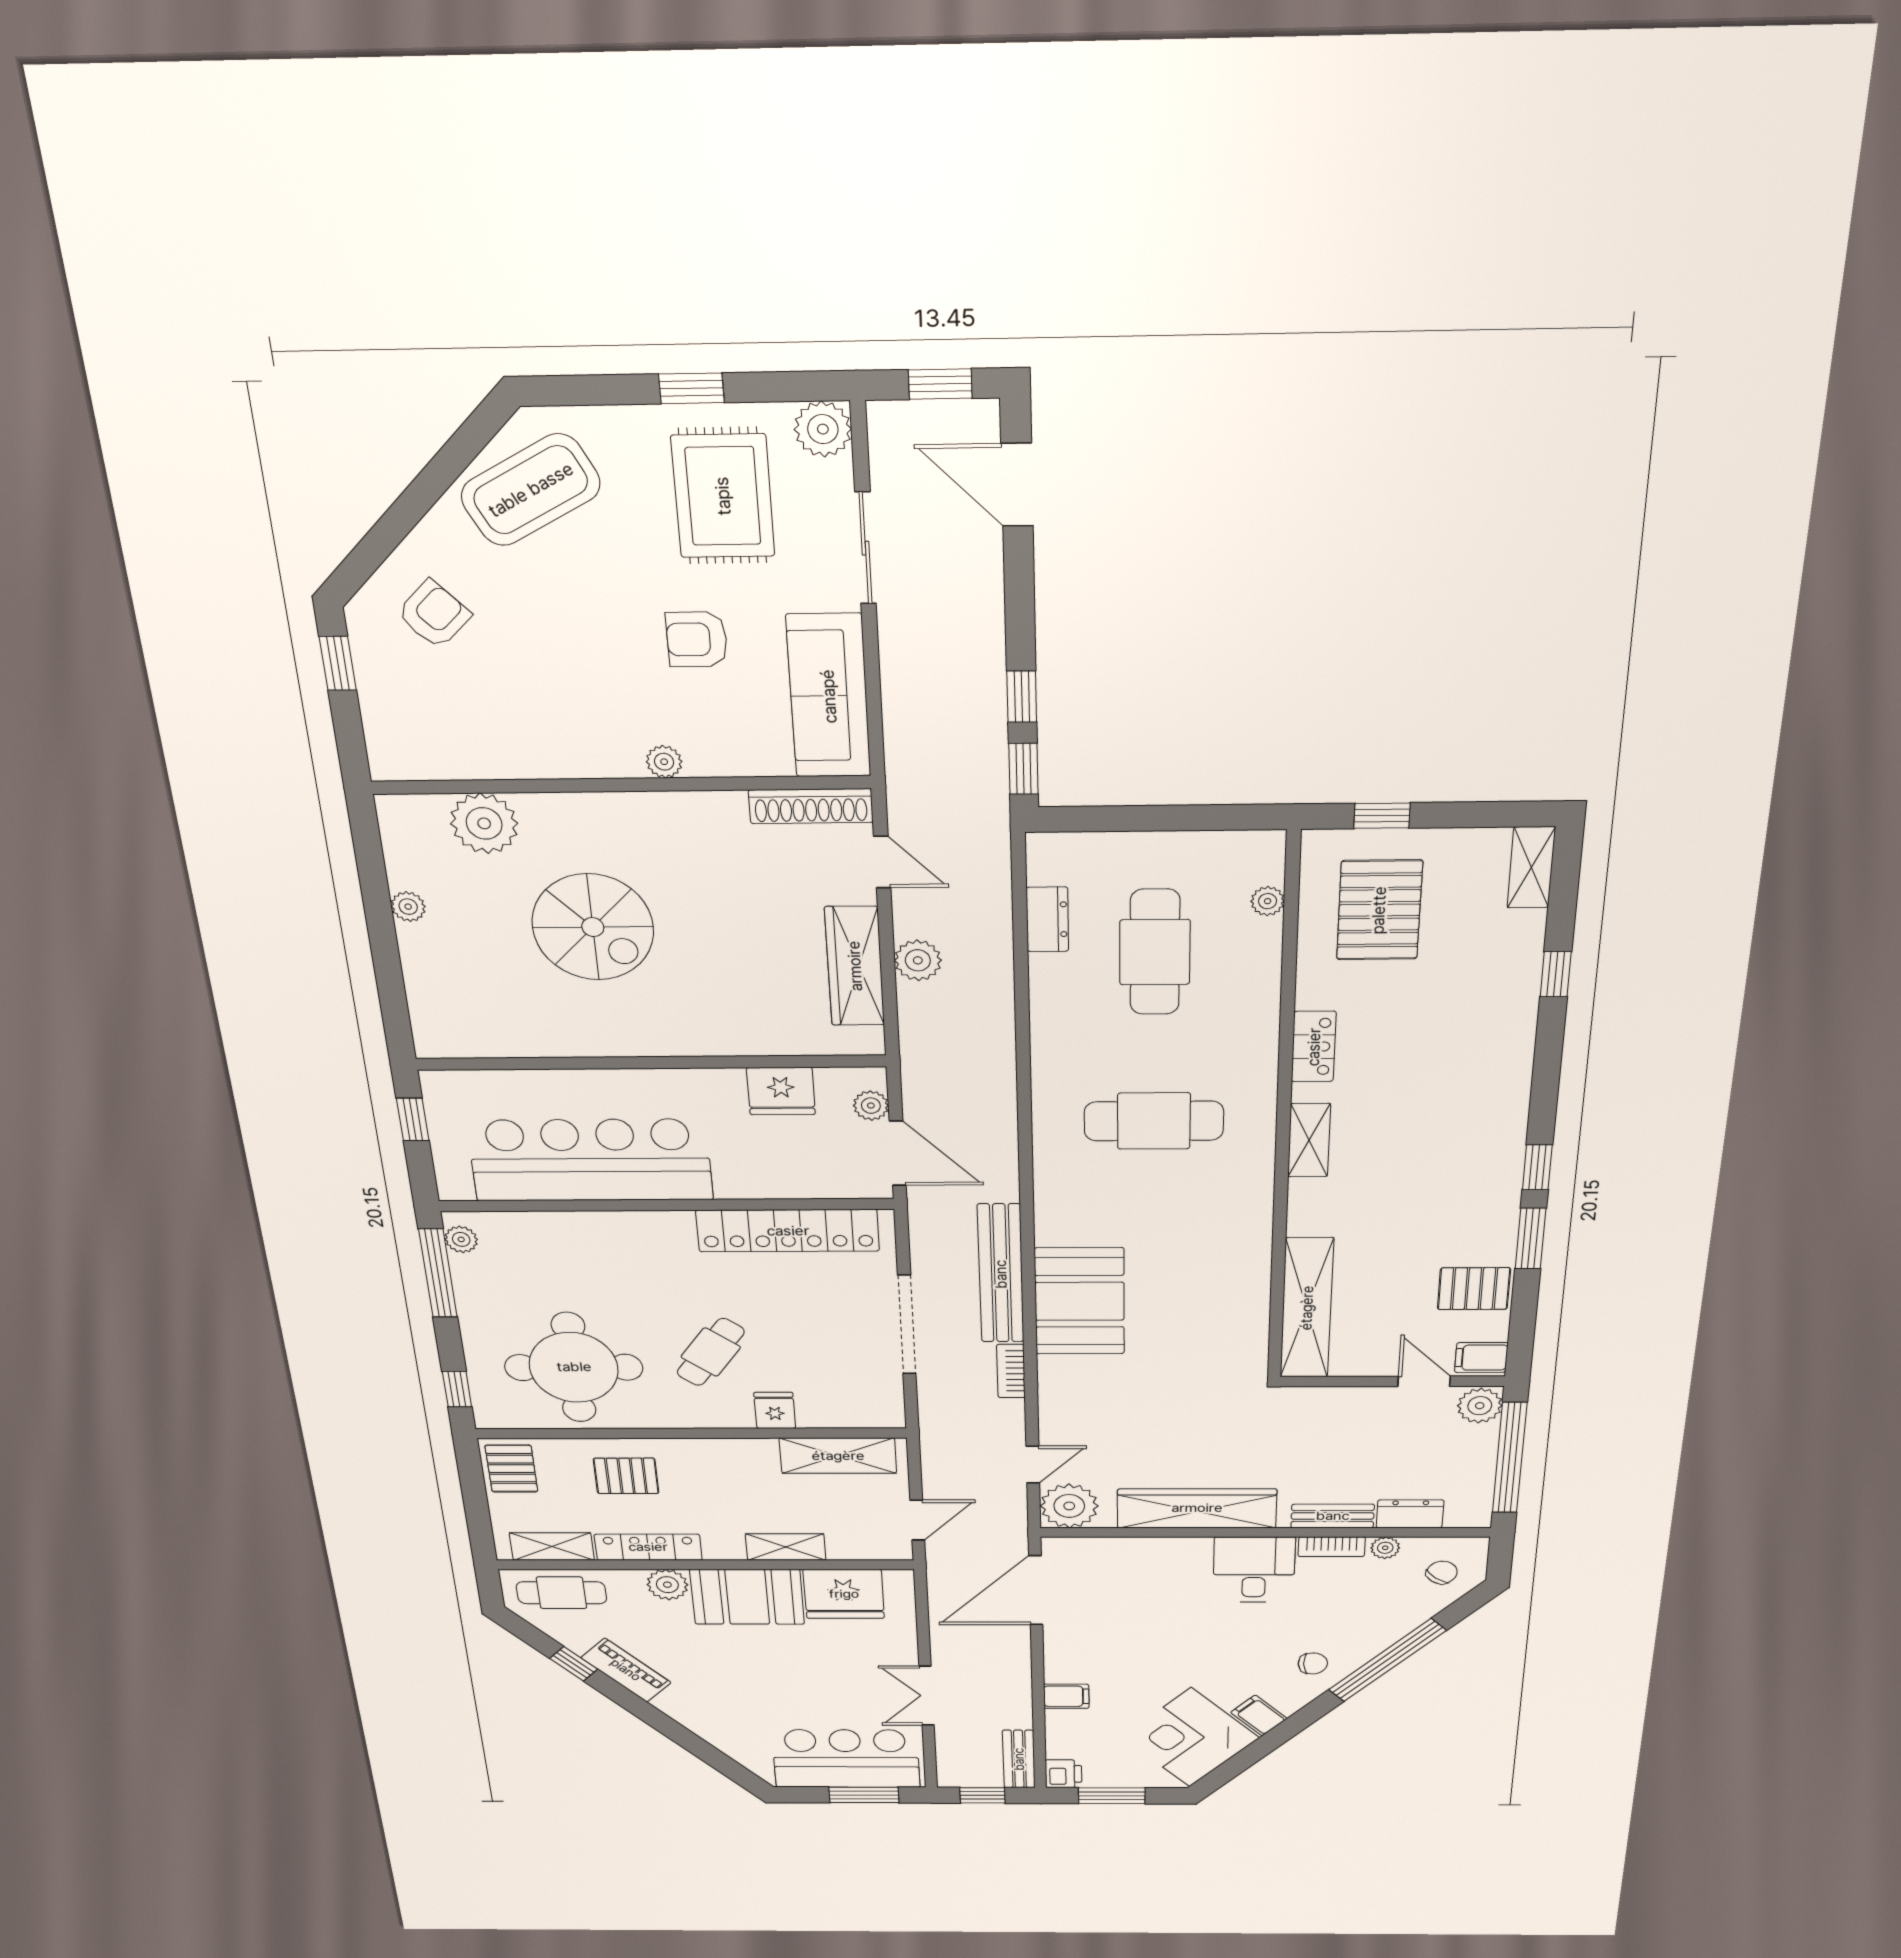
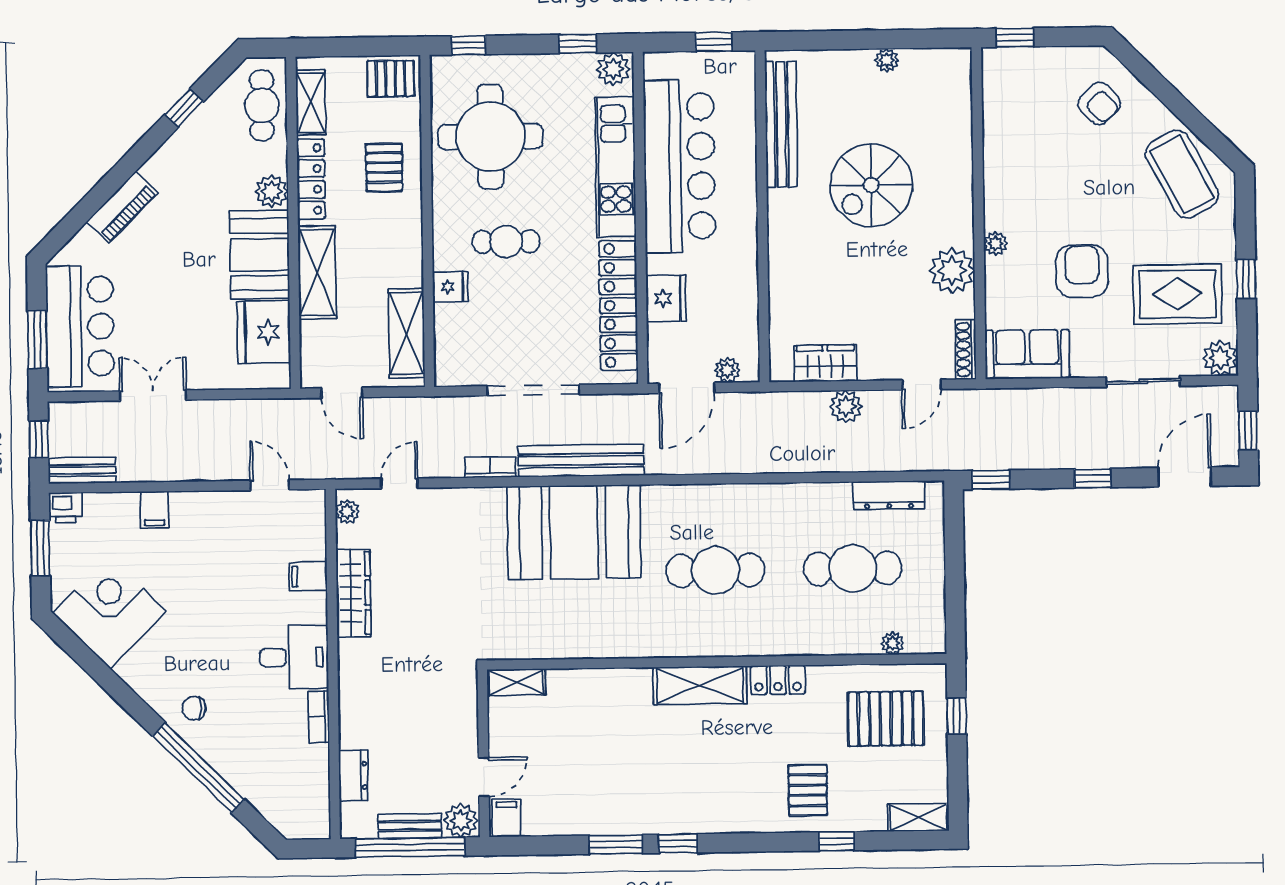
armchair: (697, 639) -> (1082, 271), width x1.38, depth x1.38
window: (338, 663) -> (1015, 38), moved
sofa: (829, 696) -> (1027, 354), width x0.73
window: (1022, 697) -> (1093, 478), moved
shoe rack: (811, 806) -> (966, 349), width x0.74, depth x0.81
plant: (484, 823) -> (952, 271), moved
dresser: (1047, 919) -> (889, 495), width x1.44
wardrobe: (855, 966) -> (825, 363), width x0.67
bench: (518, 1039) -> (781, 124), added
fridge: (781, 1091) -> (666, 298), moved, turned 180
cafe table: (1154, 1121) -> (715, 570), turned 90
shelving: (1309, 1140) -> (700, 685), width x1.50, depth x1.33
kitchen unit: (599, 1233) -> (615, 167), added
plant: (461, 1239) -> (613, 69), width x1.38, depth x1.38
window: (438, 1273) -> (578, 44), width x0.46
pallet: (1474, 1289) -> (808, 790), moved
booth: (1080, 1301) -> (574, 532), width x1.36, depth x1.42
shelving: (1307, 1308) -> (516, 682), width x0.45, depth x0.75
cafe table: (711, 1352) -> (506, 242), turned -36
door: (1033, 1465) -> (399, 483), swing flipped
plant: (1069, 1506) -> (347, 512), width x0.53, depth x0.53
wardrobe: (1197, 1508) -> (353, 593), width x0.71, depth x0.85
bench: (1333, 1516) -> (410, 826), moved, turned 90
shelving: (786, 1547) -> (317, 273), width x1.50, depth x1.33
plant: (1385, 1548) -> (318, 759), removed
chair: (1442, 1572) -> (293, 805), removed
door: (1036, 1590) -> (270, 485), width x0.53
chair: (1313, 1663) -> (194, 708), turned 93
piano: (626, 1670) -> (122, 207), moved
filing cabinet: (1259, 1715) -> (308, 576), moved, turned -135

